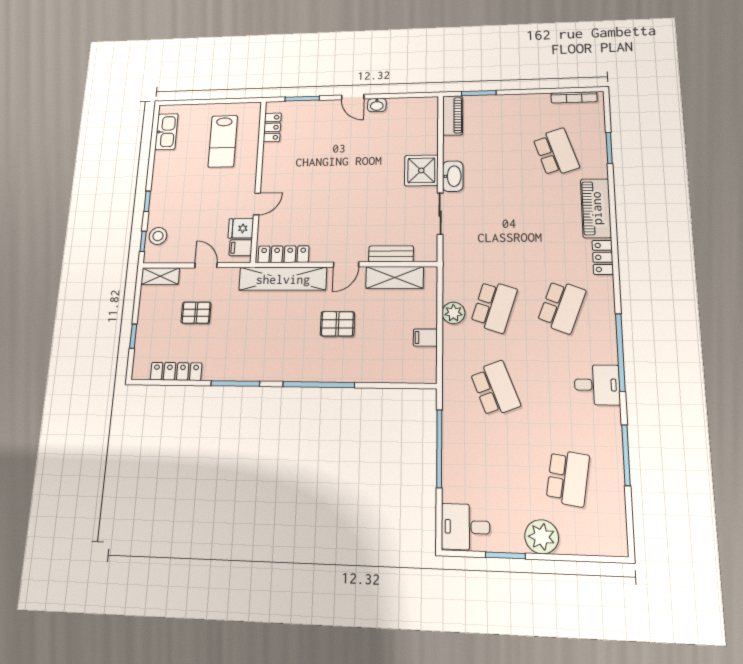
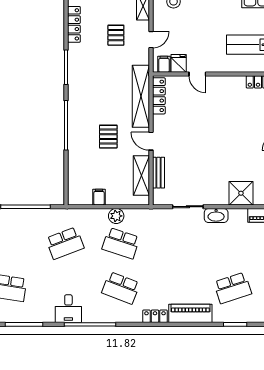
shower: (421, 170) -> (241, 193), moved

